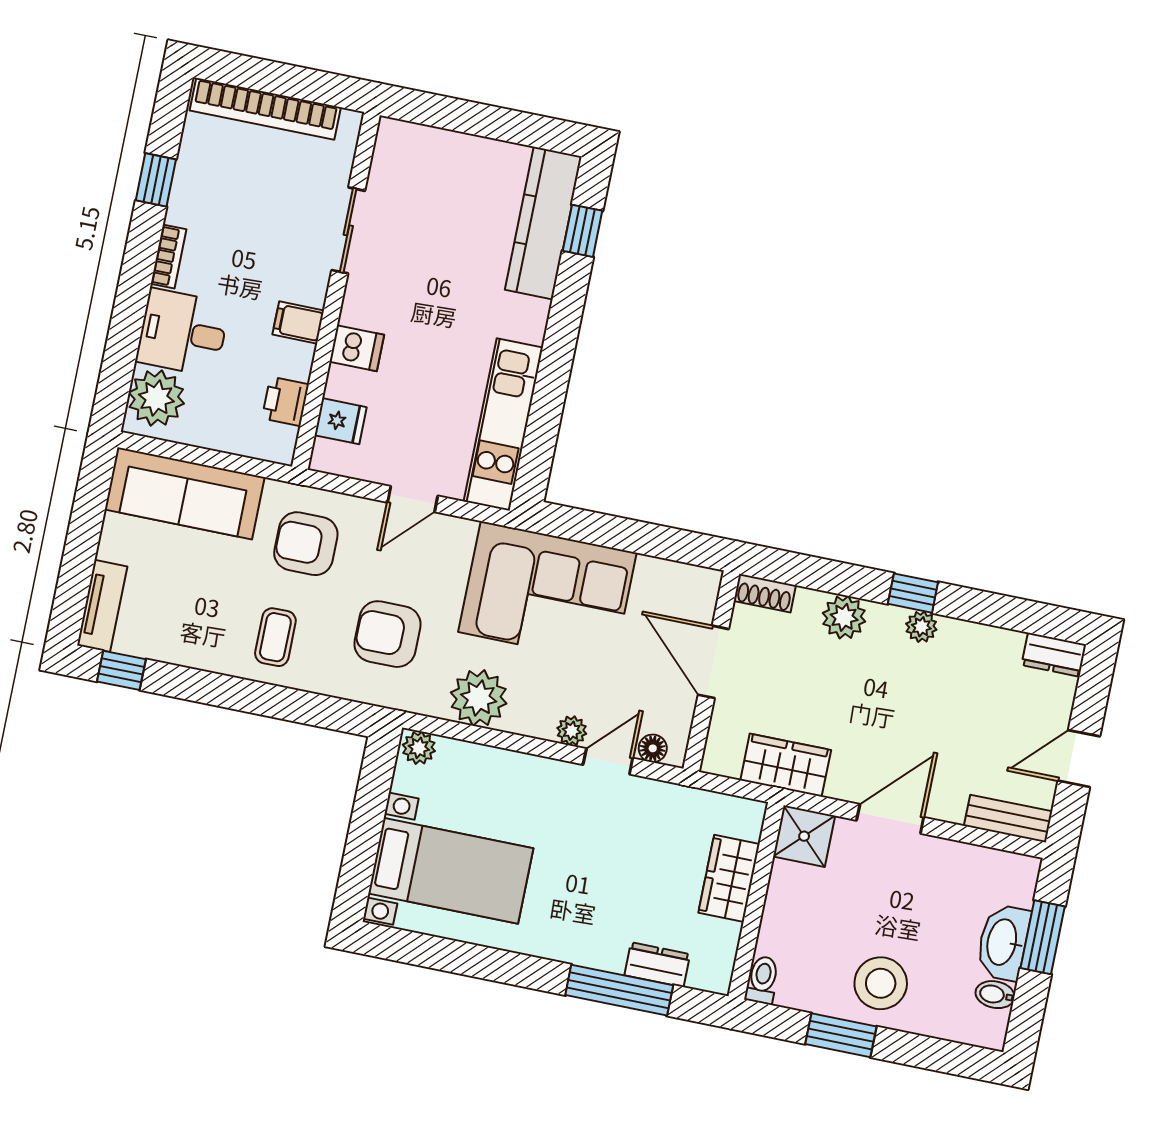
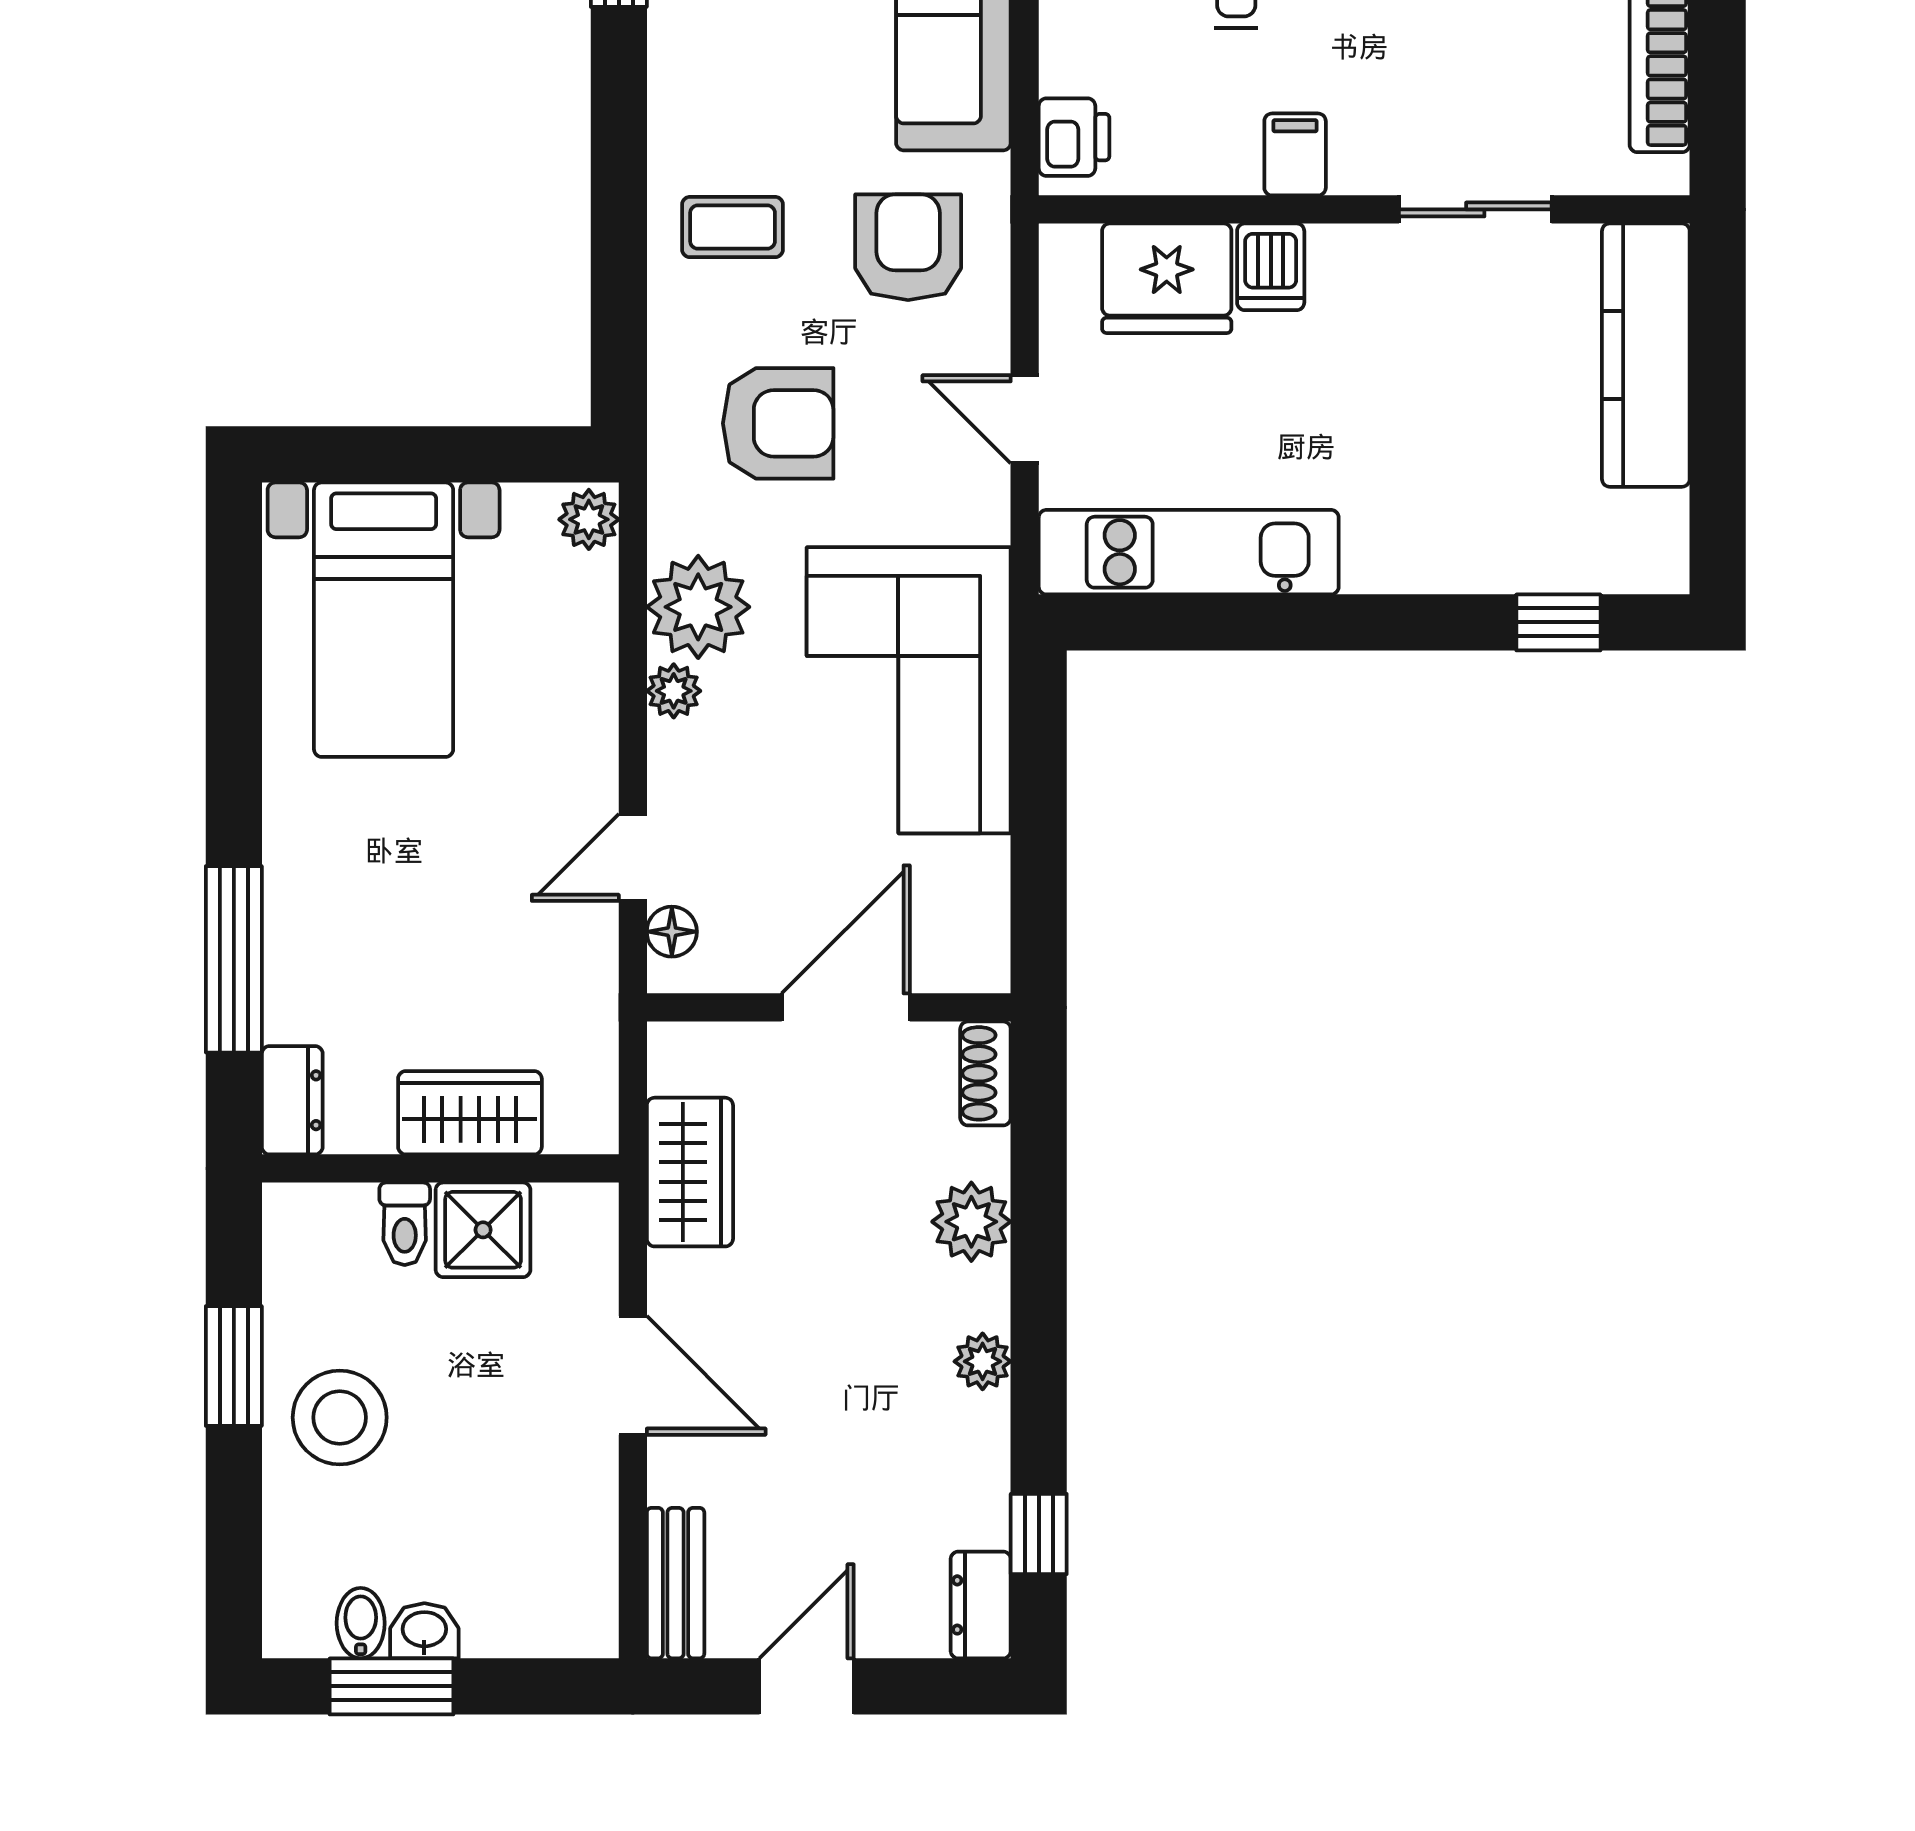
kitchen counter: (543, 223) -> (1646, 355), moved, turned -90
printer: (285, 401) -> (1074, 137), moved, turned 90
fridge: (341, 421) -> (1167, 278), width x1.88, depth x1.34
window: (913, 593) -> (1039, 1534), moved
armchair: (387, 634) -> (778, 423), turned 90
plant: (572, 731) -> (674, 691), moved
door: (1079, 759) -> (807, 1686), hinge flipped
door: (608, 761) -> (633, 857), swing flipped
shower: (804, 836) -> (483, 1230), moved
window: (1043, 937) -> (391, 1686), moved
washbasin: (1003, 942) -> (424, 1631), width x0.52, depth x0.69
dresser: (657, 965) -> (292, 1100), moved
toilet: (762, 980) -> (405, 1224), moved, turned 90

